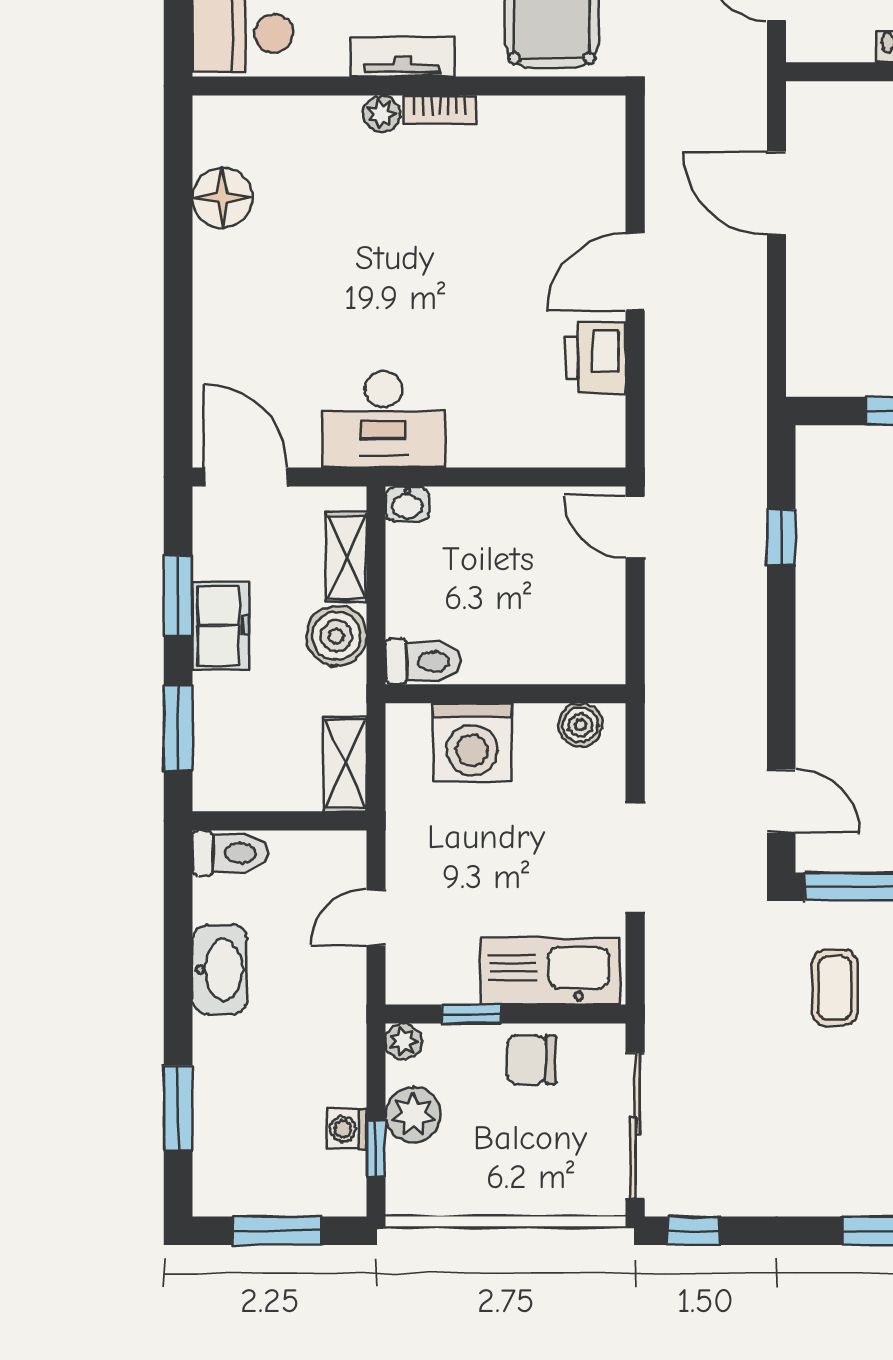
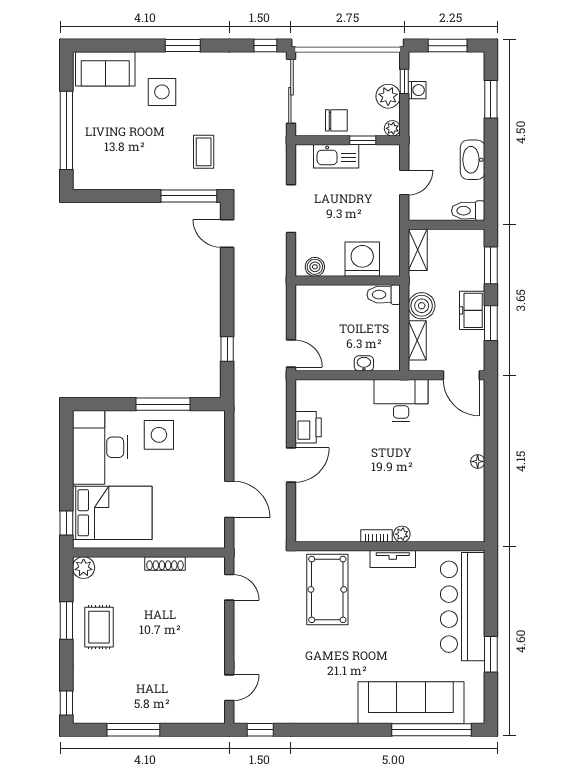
floor lamp: (222, 198) -> (478, 461), moved, width x0.53, depth x0.53
washbasin: (407, 504) -> (364, 363), moved
kitchen sink: (551, 971) -> (336, 156), width x0.73, depth x0.81

